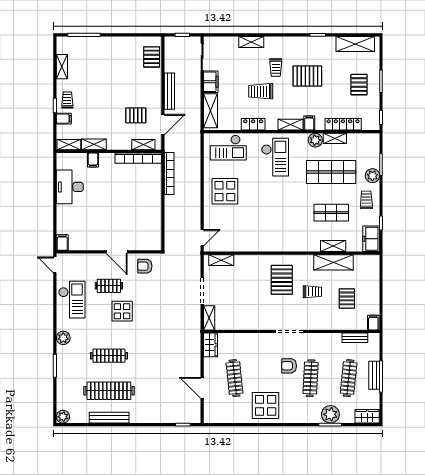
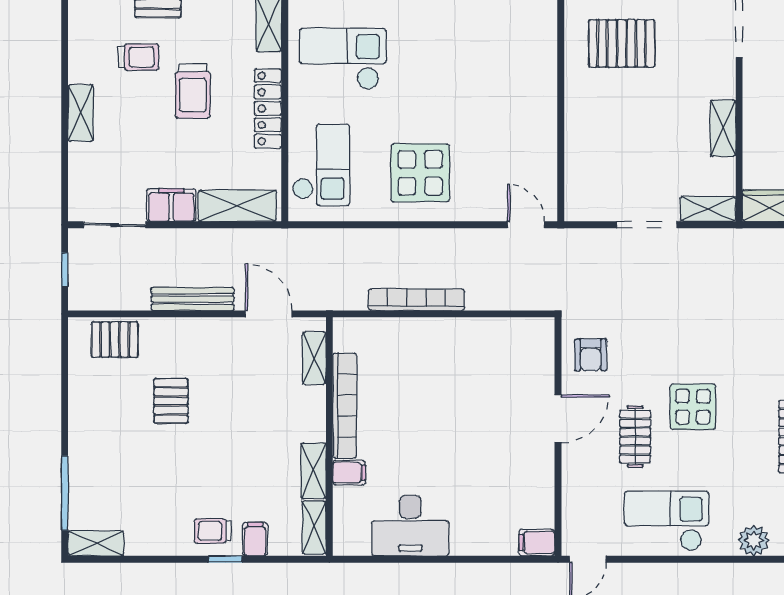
shelving: (62, 67) -> (96, 543), moved
pallet: (136, 115) -> (171, 401), moved
locker: (253, 124) -> (268, 108), width x1.53
bookcase: (138, 158) -> (345, 406), moved
bookcase: (169, 174) -> (416, 300), moved
shelving: (221, 260) -> (723, 128), moved

